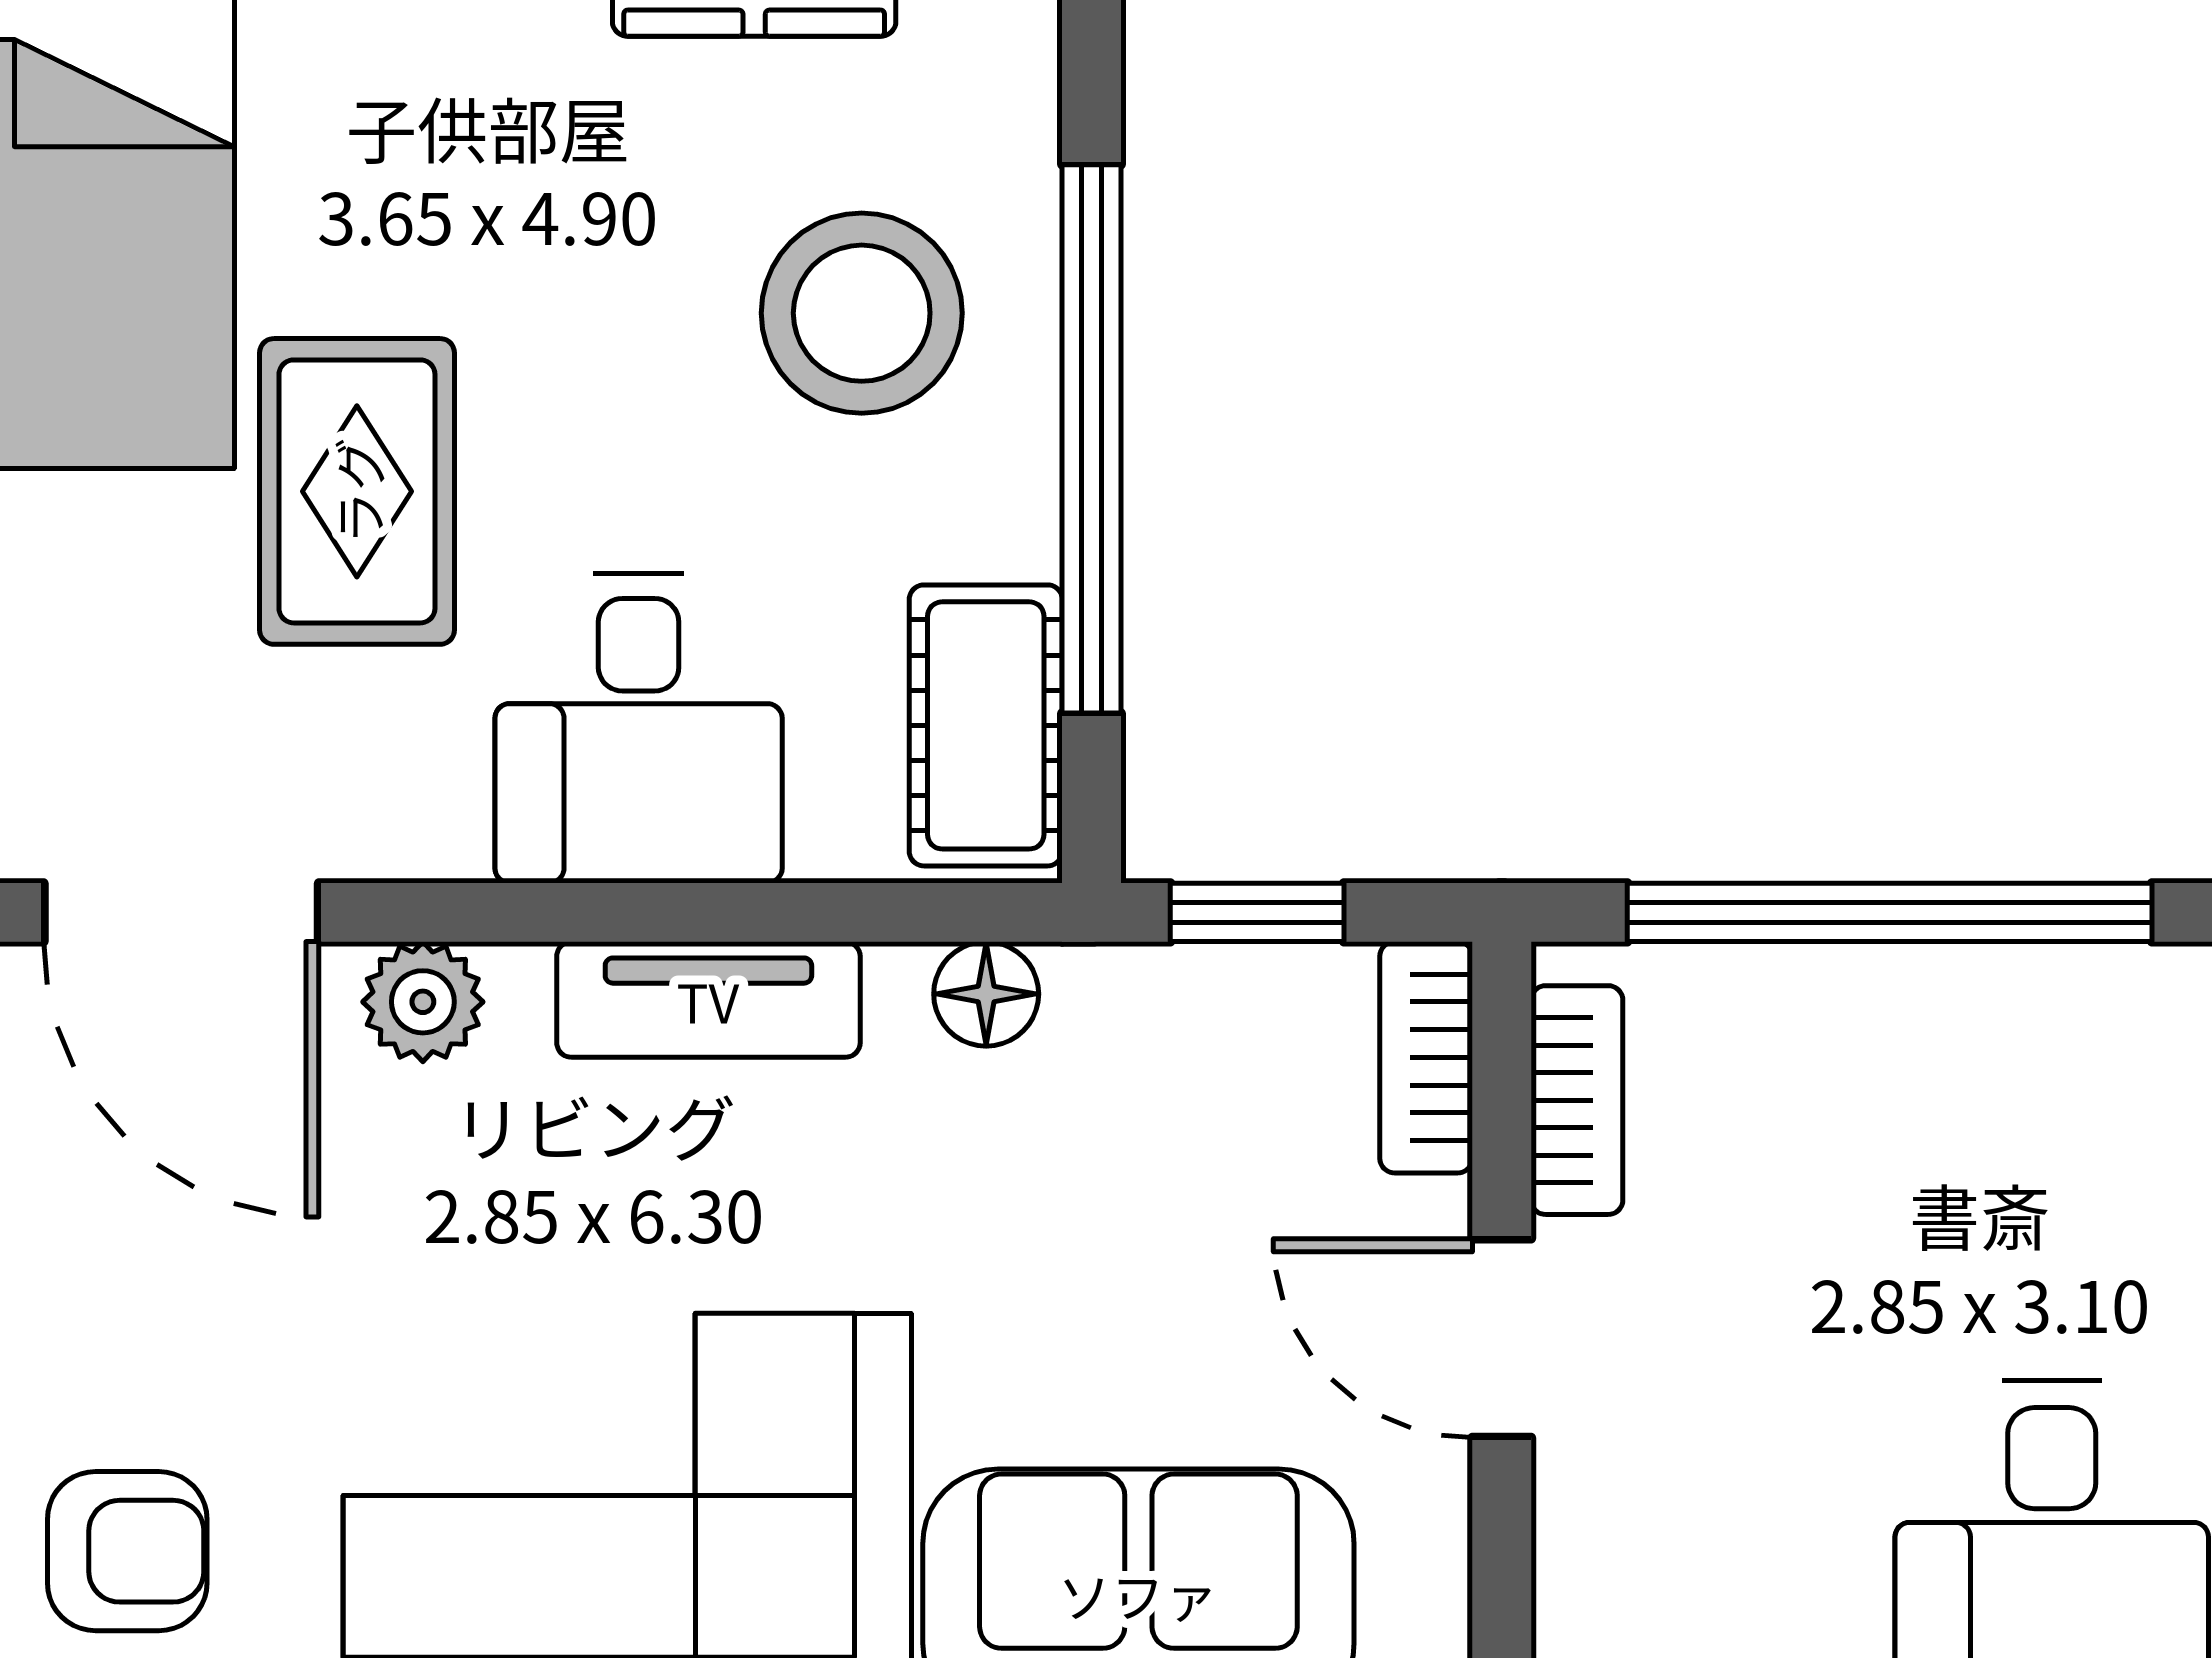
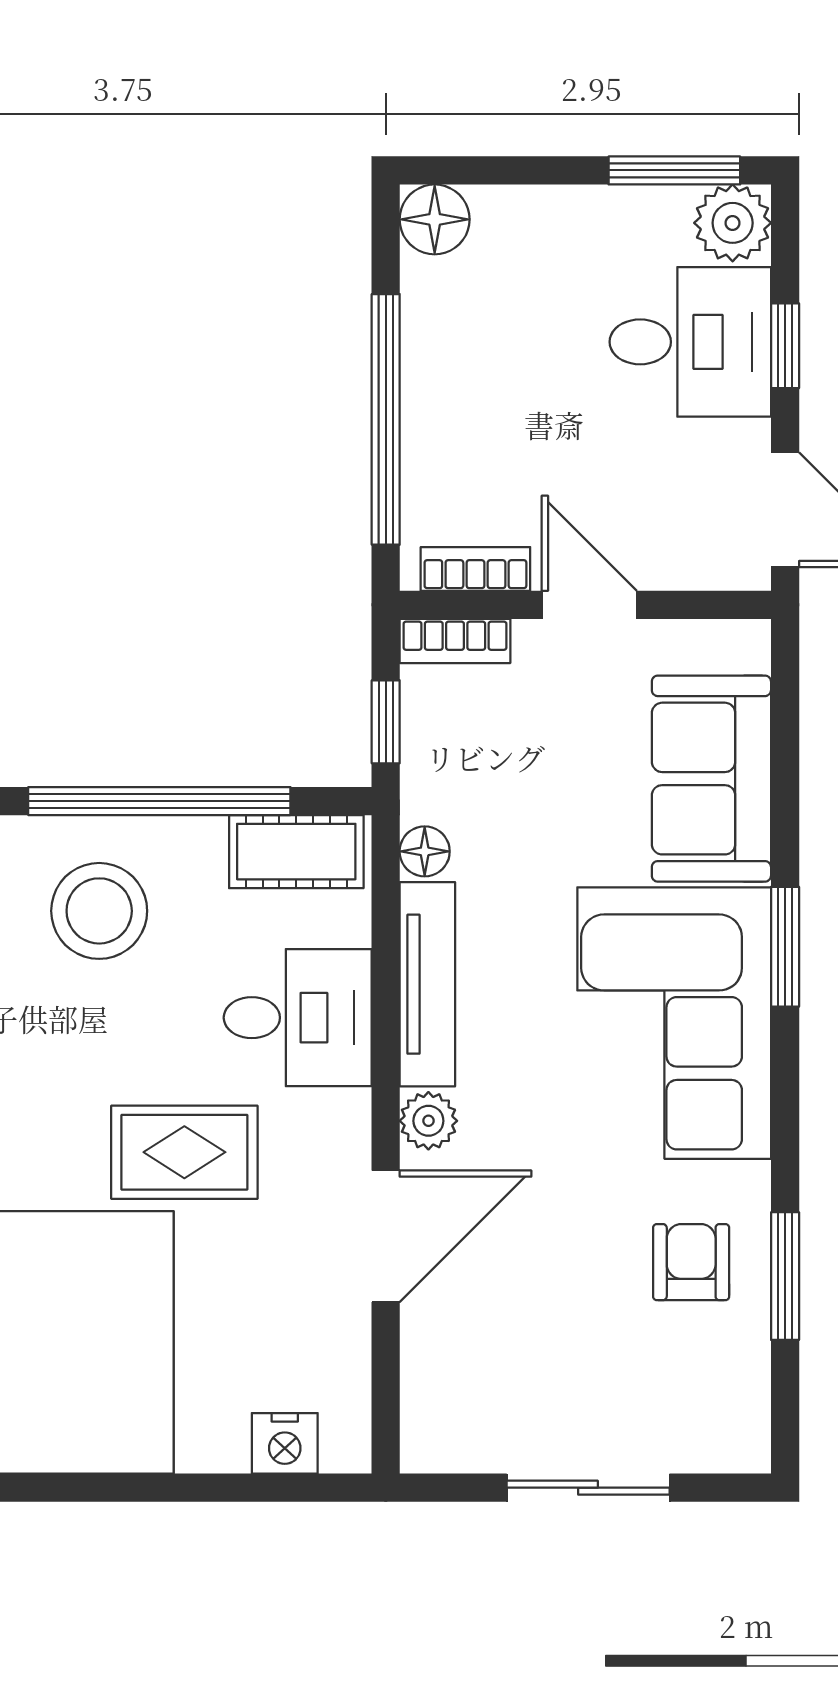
tv unit: (708, 1000) -> (427, 984), width x1.41
door: (1502, 1338) -> (589, 605), swing flipped

